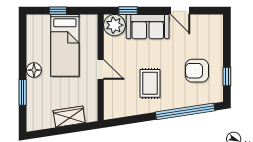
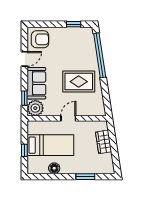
floor lamp: (34, 70) -> (54, 168), moved
armchair: (197, 71) -> (40, 39), moved, turned -90
rug: (150, 83) -> (79, 82), width x1.36, depth x1.43

